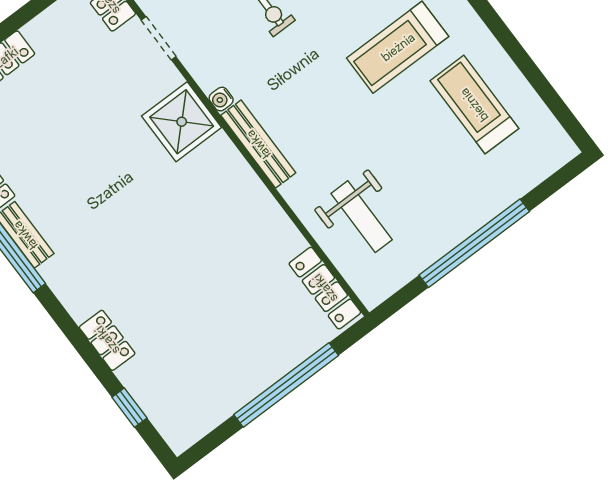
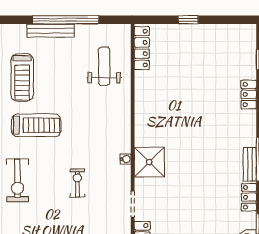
bench: (258, 144) -> (51, 31), moved, turned 90
window: (286, 385) -> (188, 20), width x0.32

